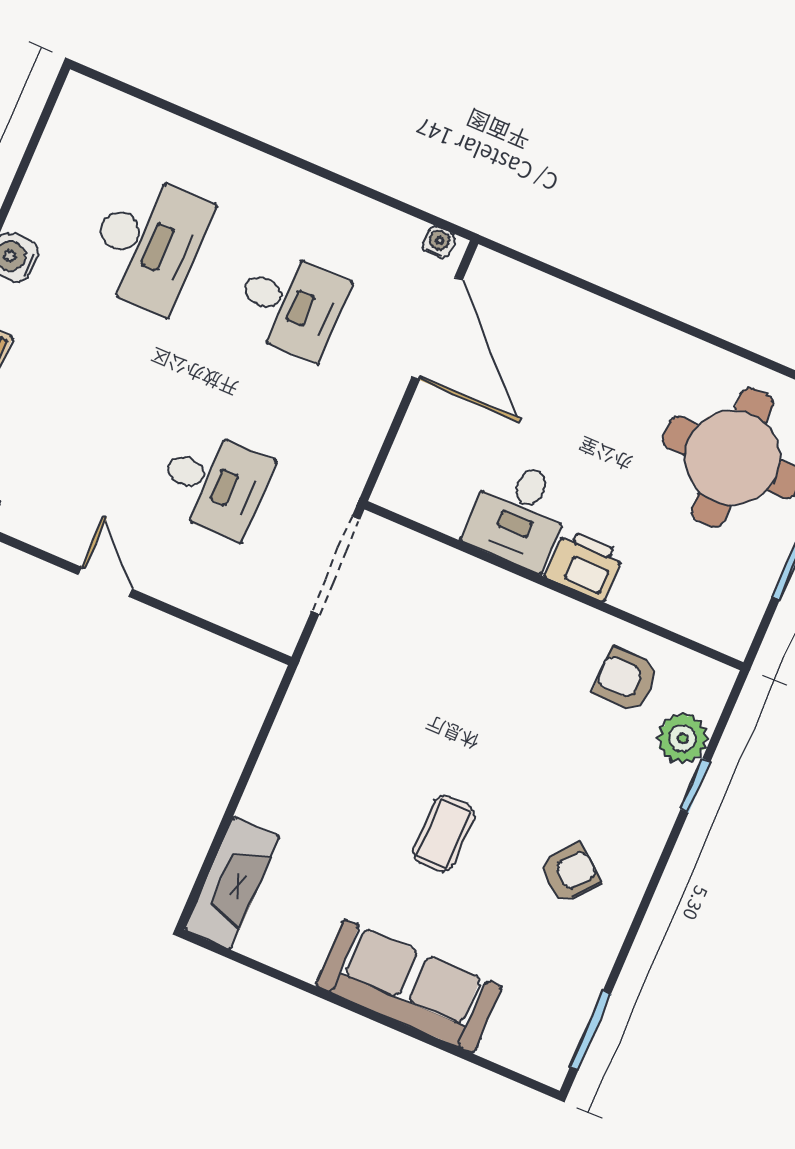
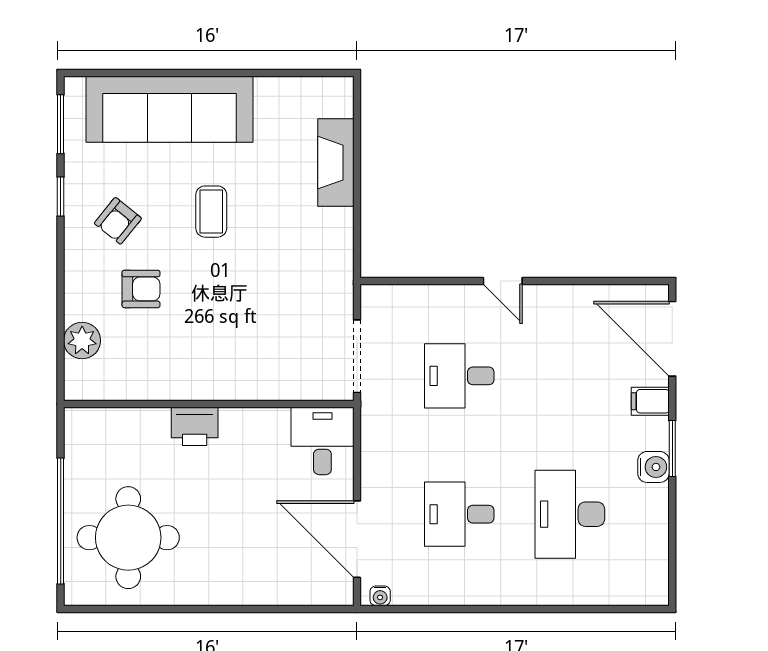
desk: (519, 514) -> (322, 441), moved
armchair: (626, 680) -> (141, 289), moved
window: (696, 785) -> (61, 197), moved
fireplace: (232, 883) -> (336, 163), moved
sofa: (409, 986) -> (170, 109), width x1.36, depth x1.27

